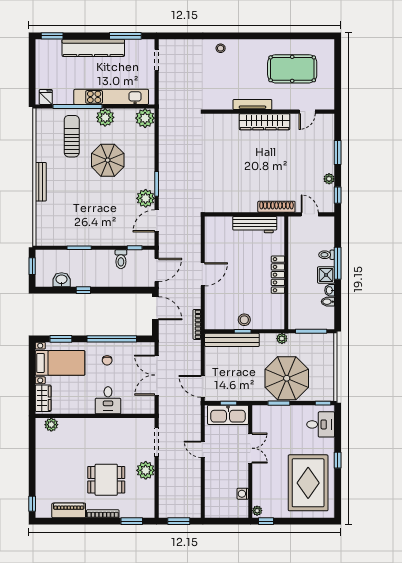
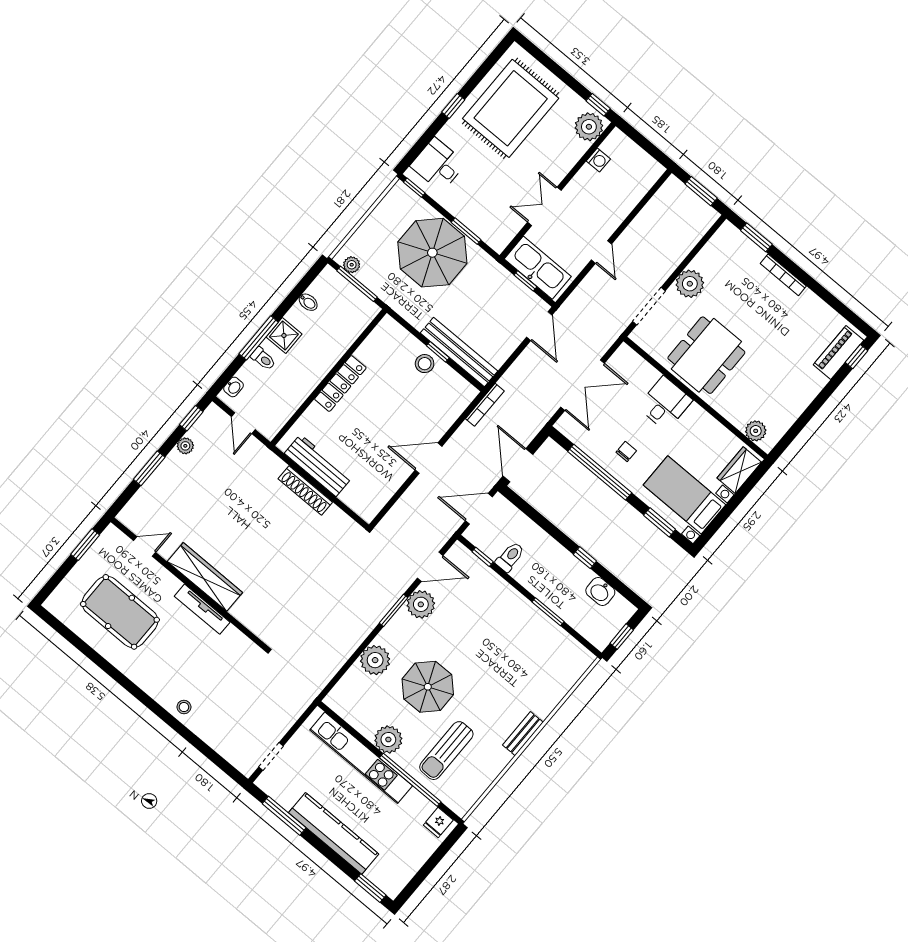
window: (338, 88) -> (85, 545), added
plant: (145, 118) -> (375, 660), moved
bench: (41, 182) -> (523, 734), width x0.73
shoe rack: (276, 207) -> (305, 490), moved
washbasin: (330, 290) -> (234, 387), moved
plant: (282, 339) -> (352, 265), moved
dining table: (106, 480) -> (706, 355), moved, width x1.38
piano: (69, 510) -> (838, 353), moved, turned 90
plant: (257, 511) -> (589, 127), width x1.88, depth x1.88

